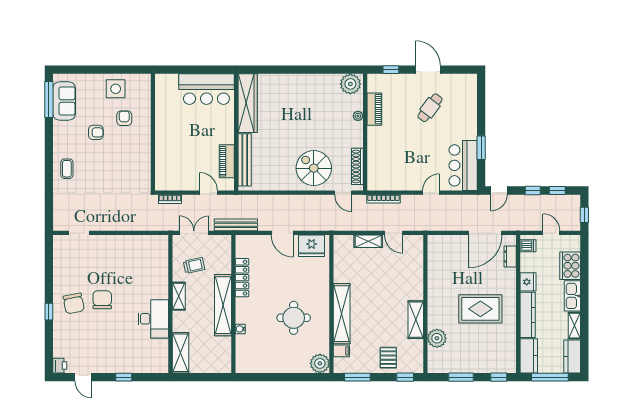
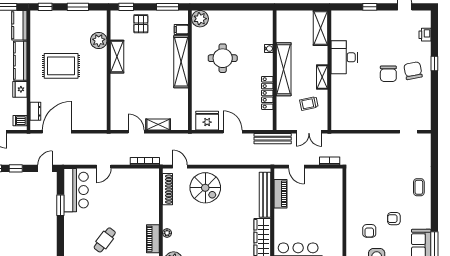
printer: (60, 366) -> (425, 35), moved

